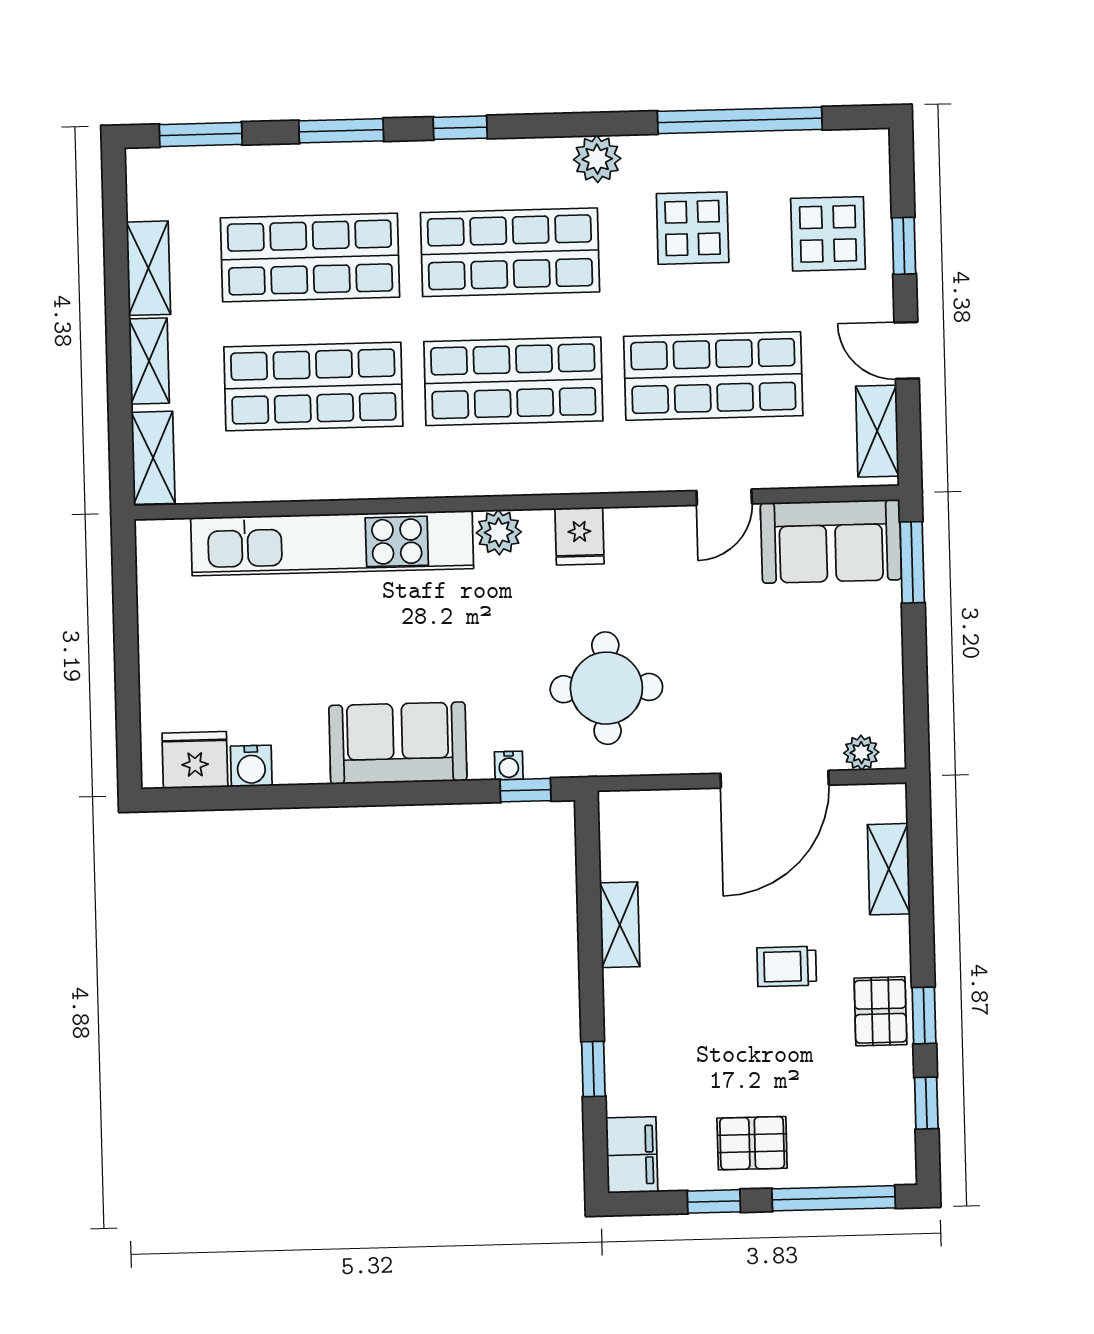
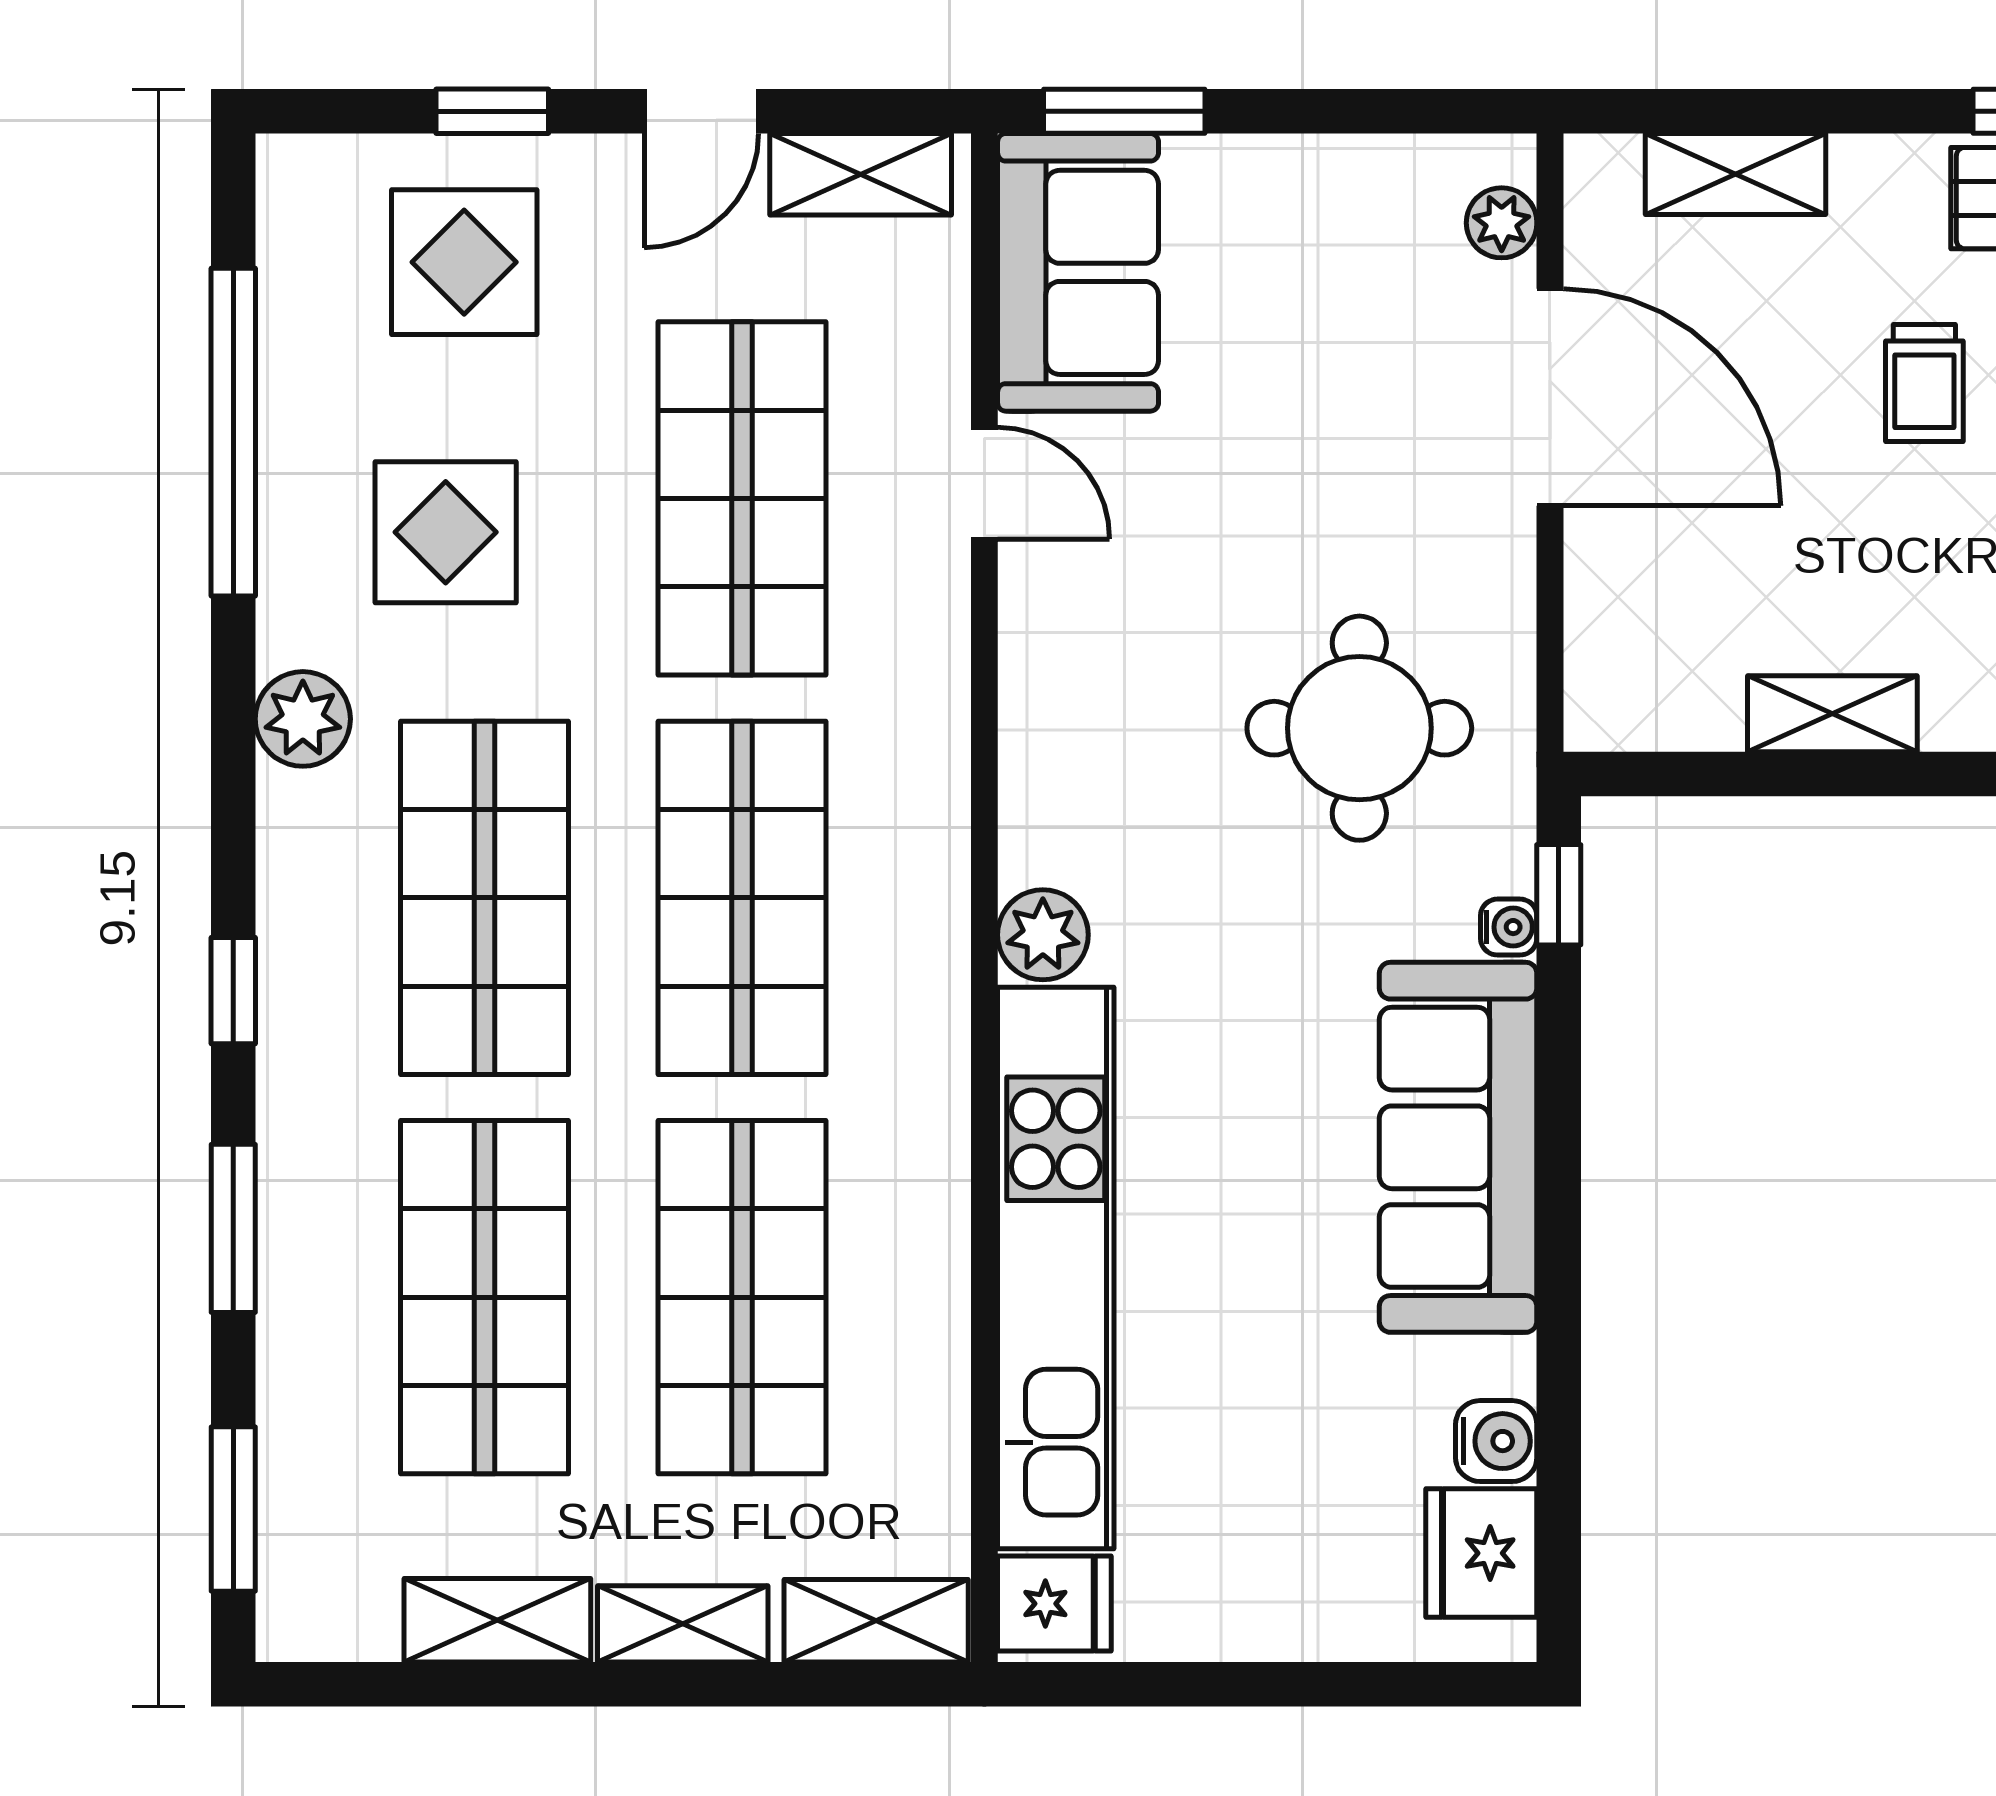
fridge: (580, 536) -> (1054, 1604), moved
sofa: (398, 743) -> (1458, 1147), width x1.36

